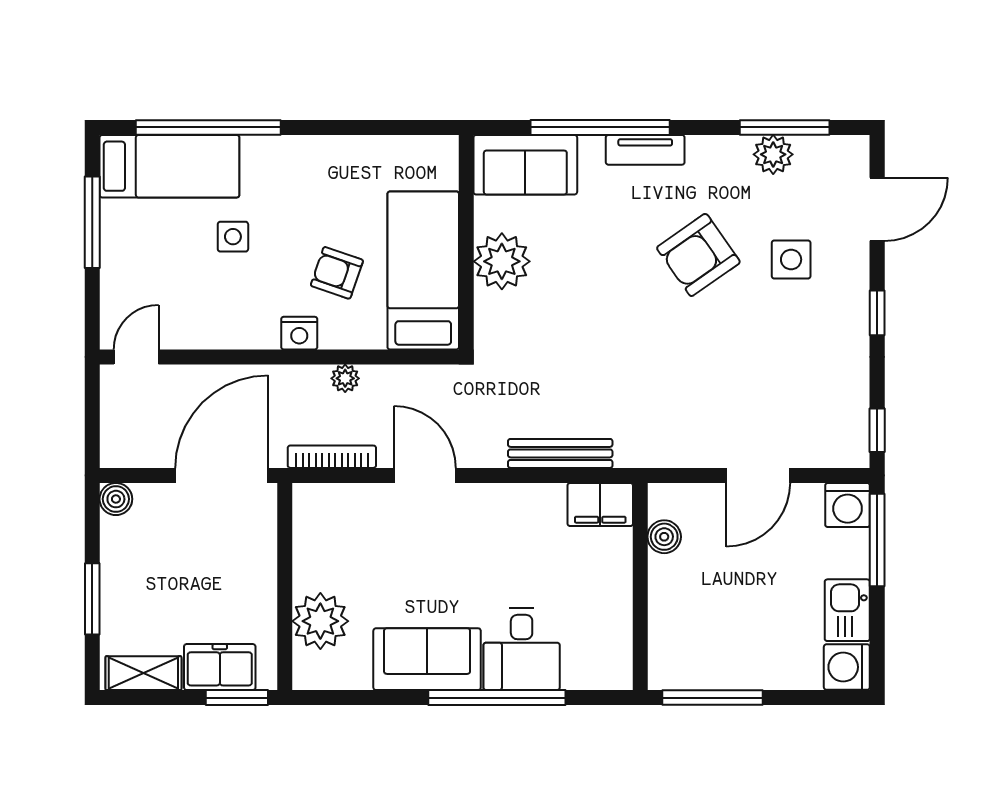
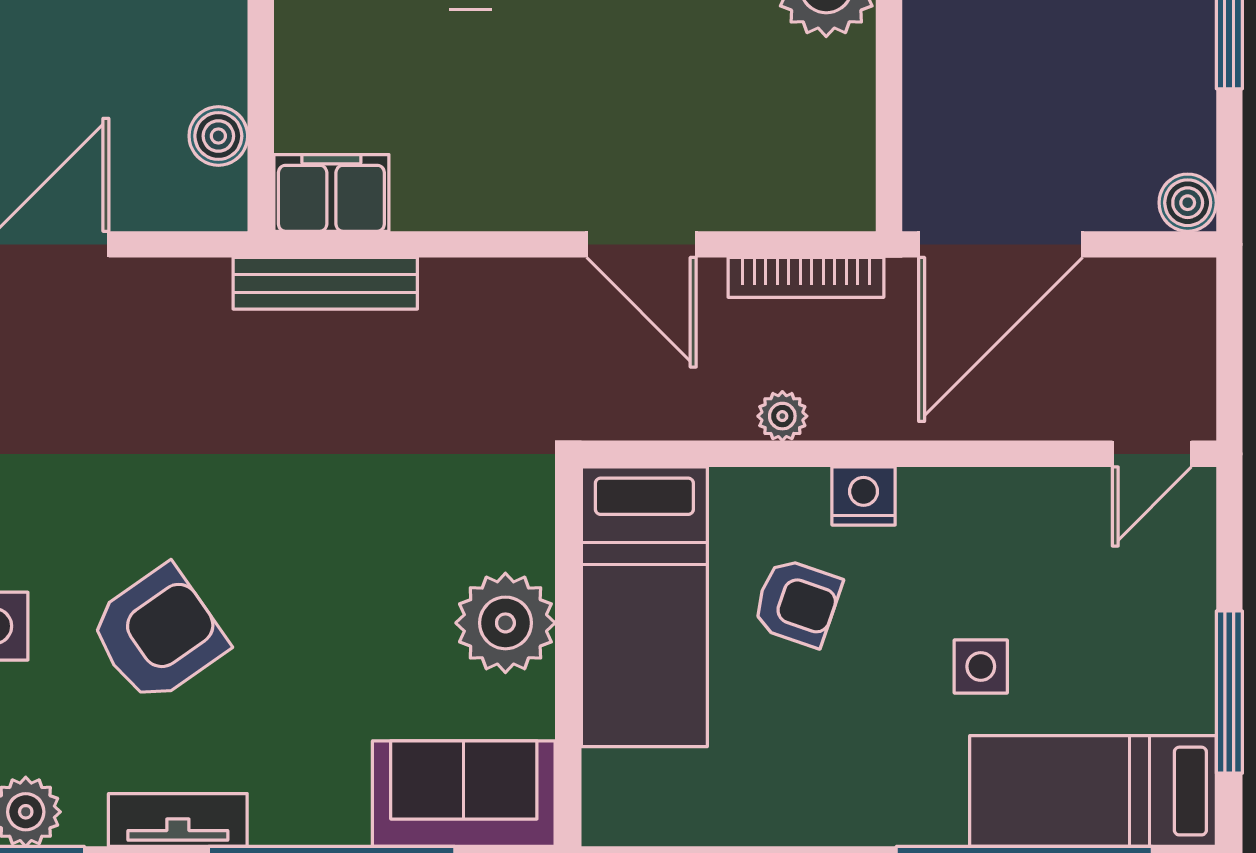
tv unit: (645, 150) -> (178, 820), moved
bench: (560, 453) -> (325, 283), moved

